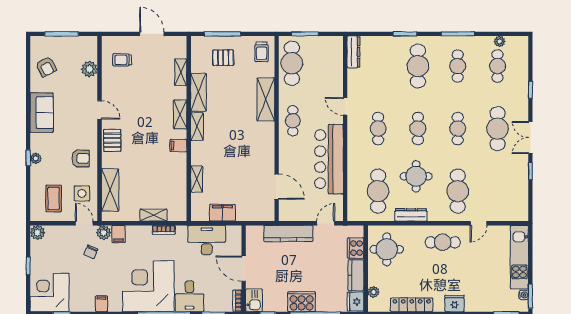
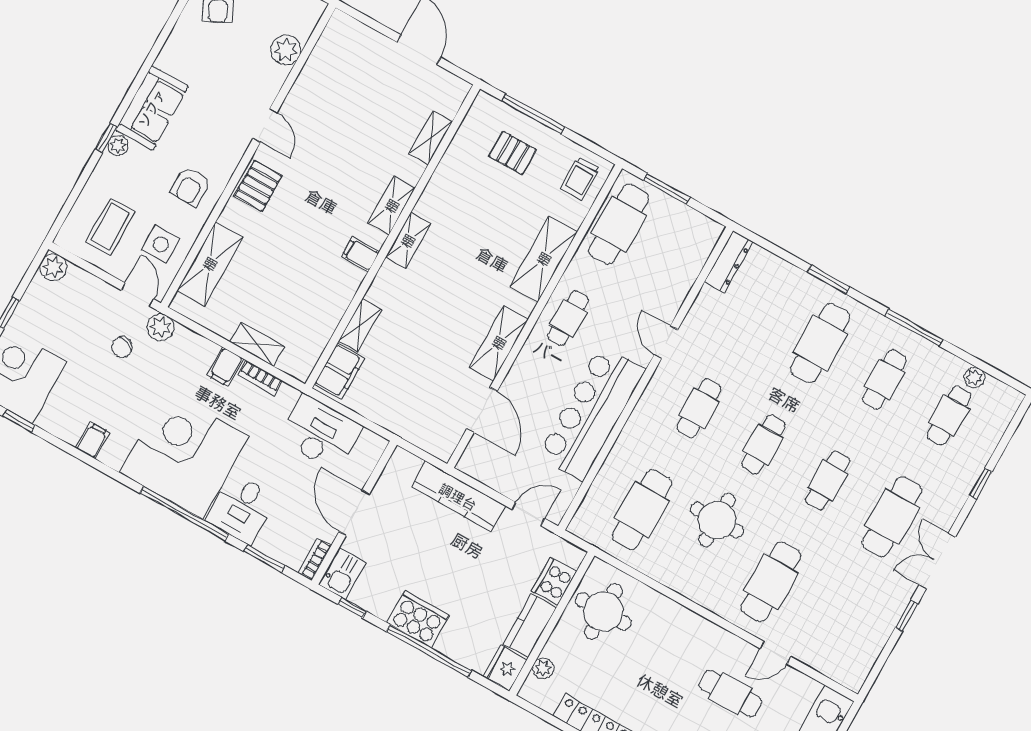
trolley: (122, 60) -> (347, 65), removed
shelving: (198, 92) -> (499, 343), moved
sofa: (42, 113) -> (152, 108), moved
armchair: (81, 158) -> (190, 187), turned 90
filing cabinet: (222, 213) -> (339, 371), moved, turned 90
dresser: (411, 215) -> (674, 578), removed
filing cabinet: (119, 234) -> (225, 367), moved
cafe table: (443, 242) -> (730, 693), moved

